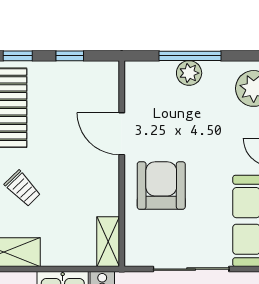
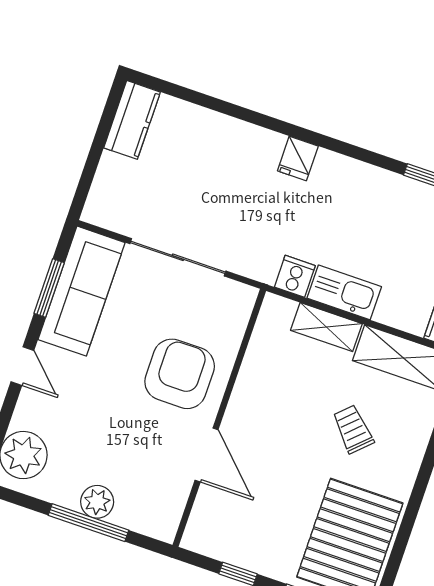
armchair: (161, 186) -> (180, 374), turned 180
shelving: (108, 242) -> (326, 327), moved, turned 90

